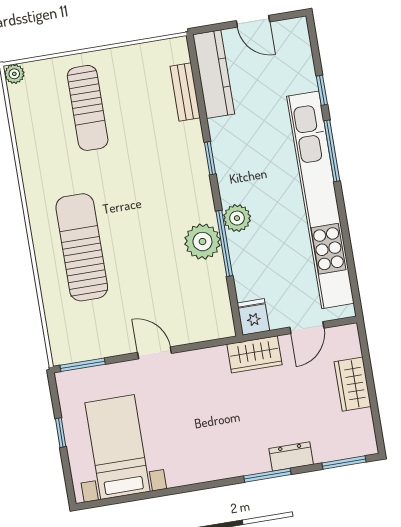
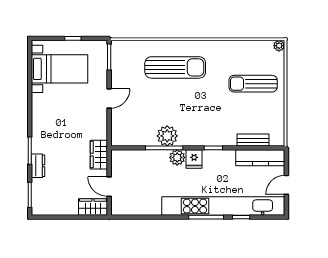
kitchen unit: (320, 200) -> (223, 206), moved
fridge: (253, 317) -> (194, 159), moved, turned 90
wardrobe: (353, 384) -> (93, 207), moved

